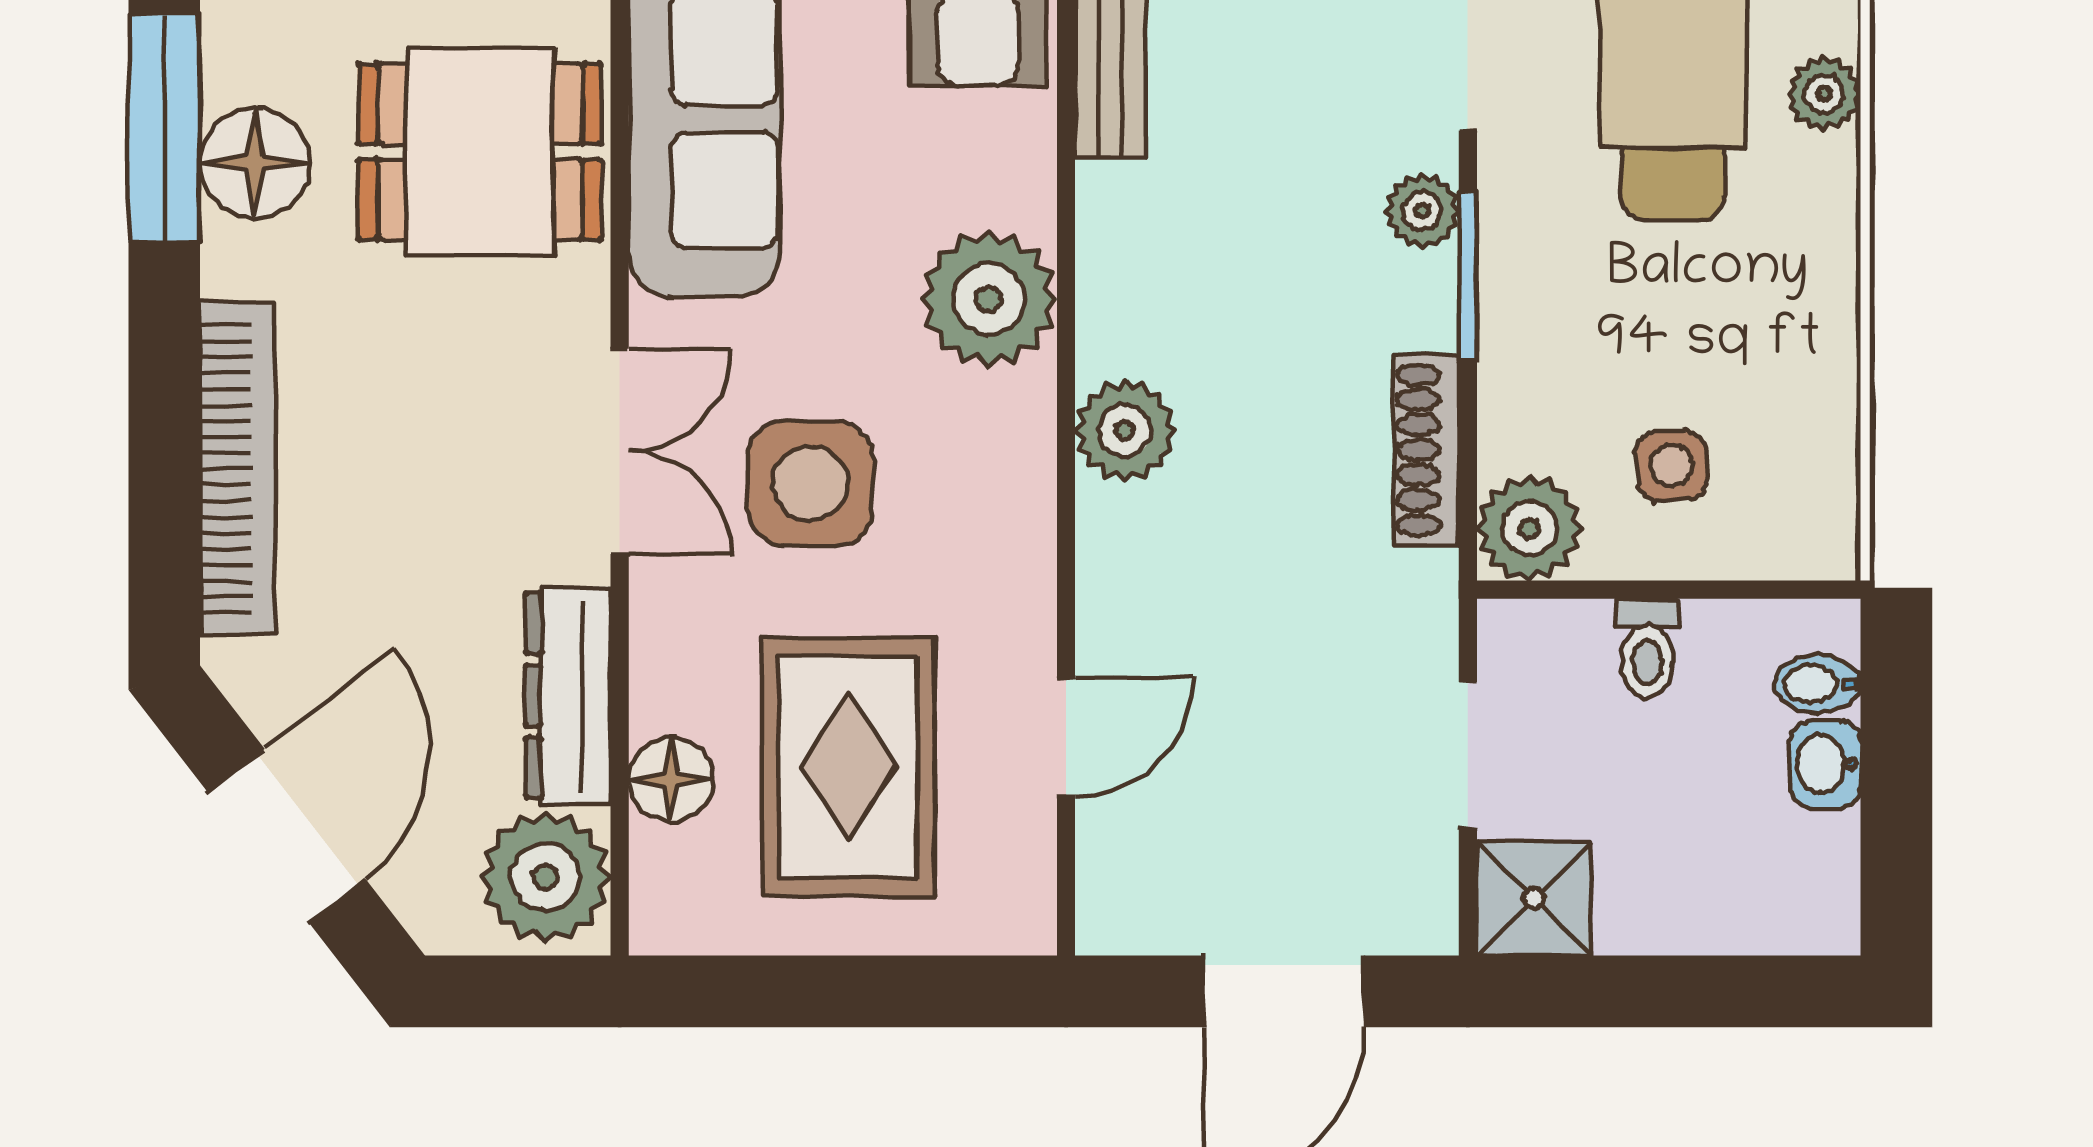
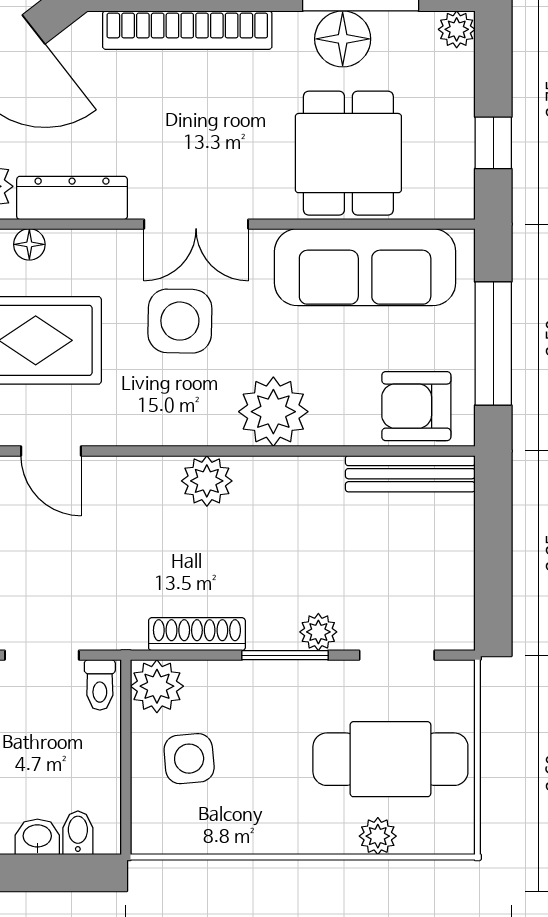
side table: (1671, 465) -> (189, 759), width x1.37, depth x1.37
toilet: (1647, 648) -> (100, 685), moved, turned -90
floor lamp: (671, 780) -> (29, 244), width x0.73, depth x0.73

